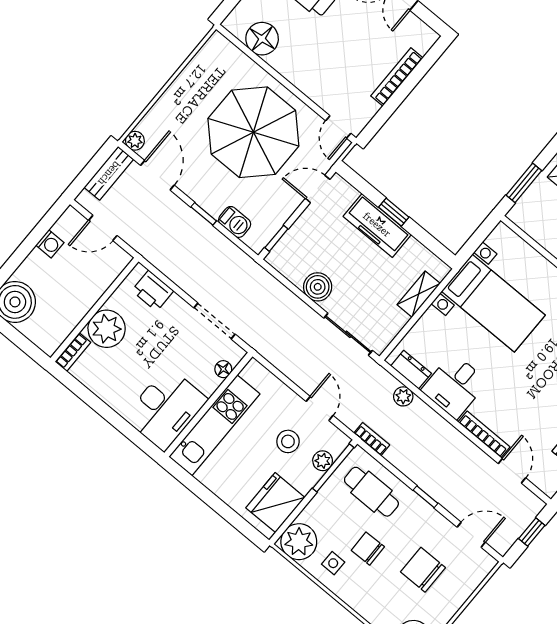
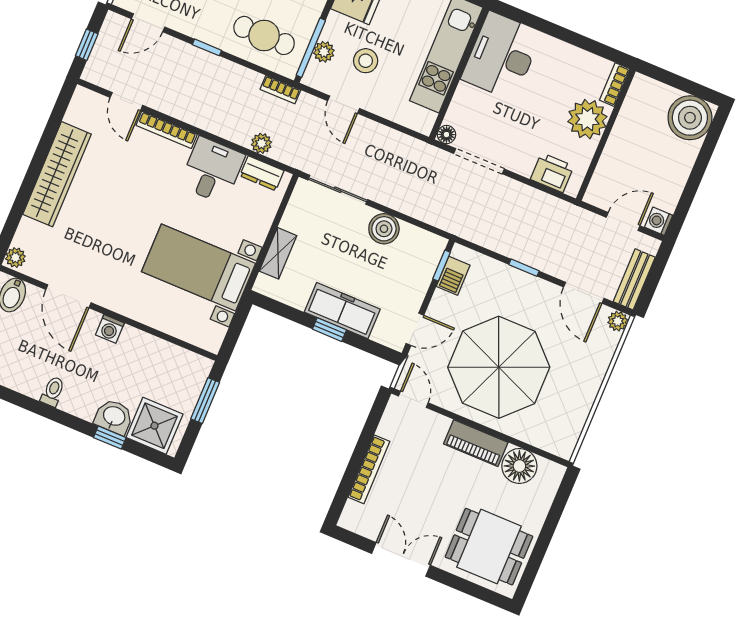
piano: (295, 71) -> (476, 443), added
barbecue: (235, 222) -> (453, 276), moved, turned -90
washing machine: (50, 244) -> (659, 221), moved
floor lamp: (223, 369) -> (446, 135), moved

